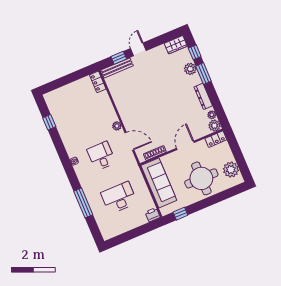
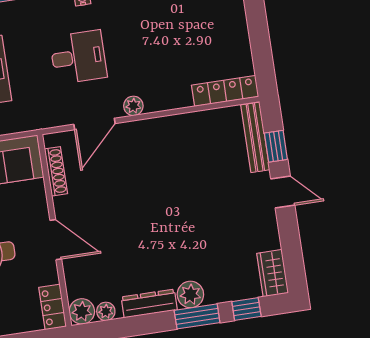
plant: (190, 69) -> (190, 294), moved
locker: (98, 82) -> (225, 91), width x1.53

